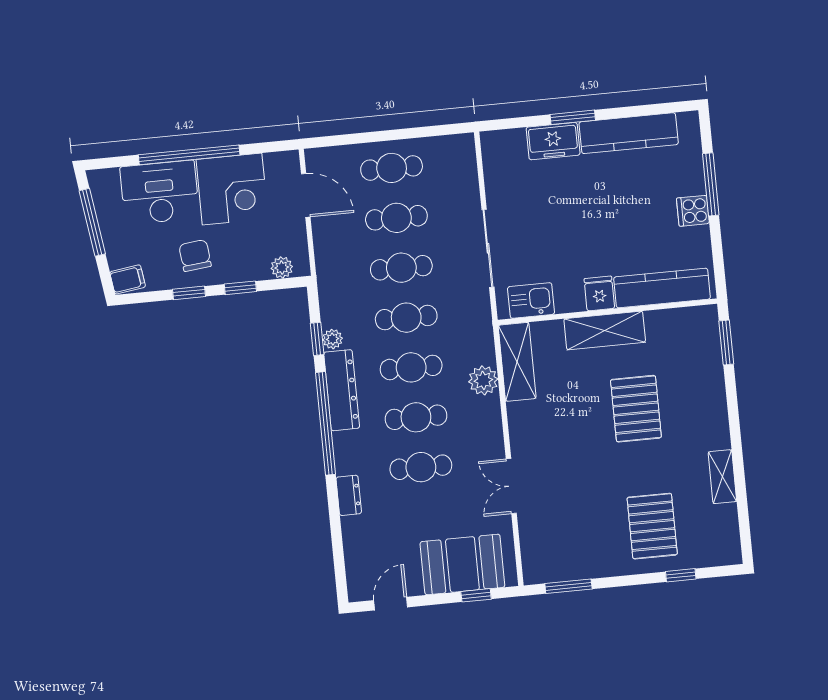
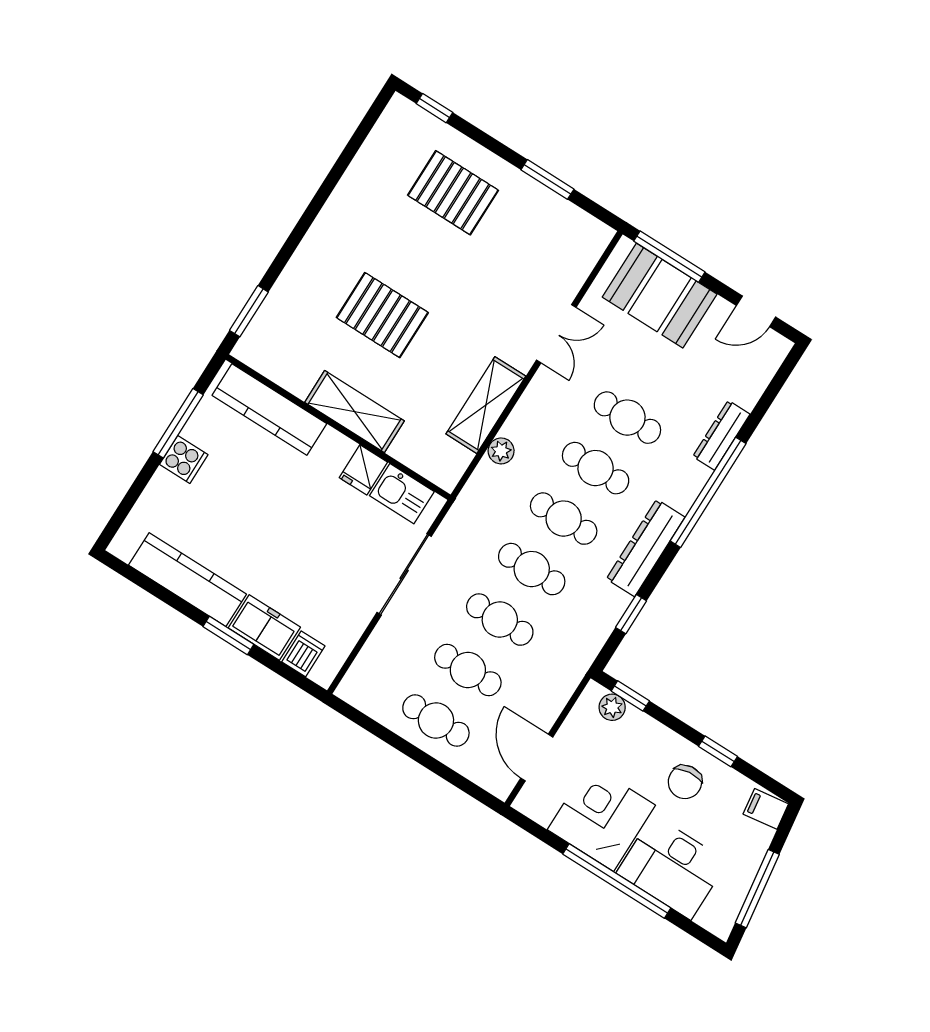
dishwasher: (514, 144) -> (303, 654), added
window: (711, 184) -> (178, 423), moved
window: (240, 288) -> (630, 696), moved
fridge: (599, 293) -> (363, 470), moved
plant: (333, 339) -> (617, 603), removed
shelving: (517, 362) -> (486, 405), moved
plant: (483, 380) -> (501, 451), width x0.73, depth x0.73
pallet: (636, 409) -> (382, 315), turned 90
window: (325, 423) -> (708, 492), moved
shelving: (722, 477) -> (351, 188), removed
dresser: (349, 495) -> (721, 435), width x1.44
pallet: (652, 526) -> (453, 193), turned 90
window: (681, 575) -> (434, 108), moved
window: (568, 586) -> (547, 179), moved
window: (476, 595) -> (669, 257), width x2.17

